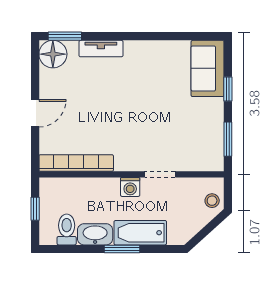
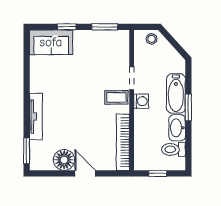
tv unit: (101, 49) -> (36, 117), width x1.41
floor lamp: (53, 54) -> (64, 160), moved
coffee table: (135, 154) -> (116, 97), added

